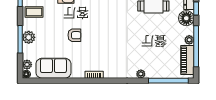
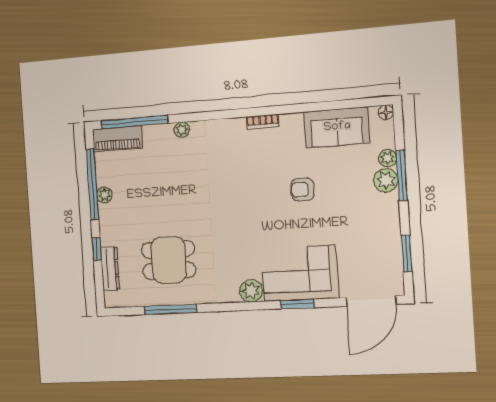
coffee table: (34, 12) -> (379, 227), removed
floor lamp: (186, 18) -> (112, 232), removed
piano: (187, 60) -> (117, 139), moved, turned 90
plant: (27, 65) -> (387, 158), moved

